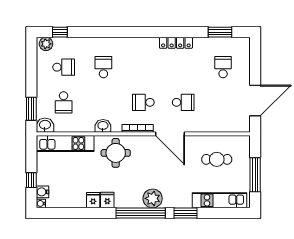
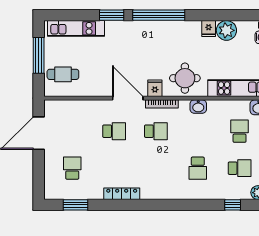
window: (60, 32) -> (233, 205), moved
school desk: (64, 67) -> (240, 168), turned 180
school desk: (223, 67) -> (72, 168), turned 180
school desk: (183, 102) -> (114, 131), turned 180
cafe table: (217, 159) -> (63, 74), moved
plant: (153, 198) -> (226, 30), moved
fridge: (107, 200) -> (155, 88), moved, turned 180

